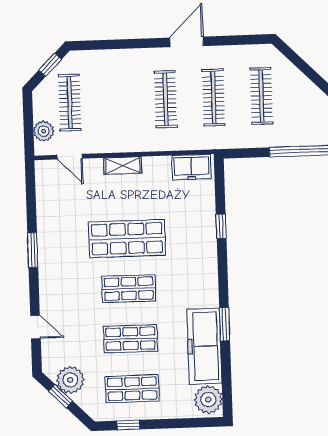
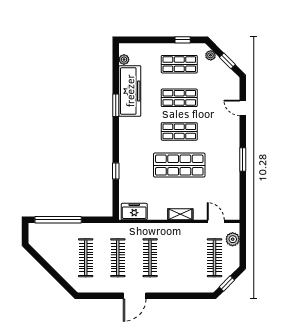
plant: (70, 380) -> (211, 55), moved, width x0.53, depth x0.53
plant: (208, 400) -> (124, 60), width x0.53, depth x0.53

